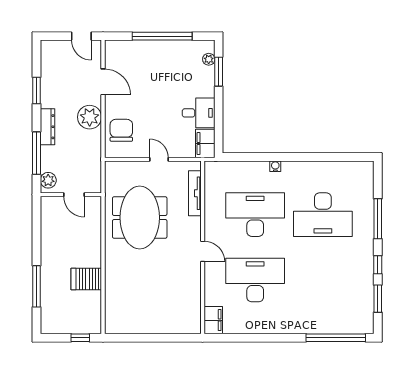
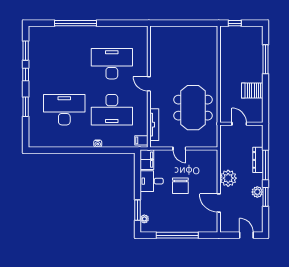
door: (81, 36) -> (246, 235), moved
dresser: (47, 127) -> (258, 160), moved
chair: (121, 130) -> (180, 186), moved
window: (36, 153) -> (266, 165), moved
plant: (48, 180) -> (257, 192), moved
window: (378, 219) -> (26, 107), width x0.69
server rack: (86, 279) -> (252, 90), moved, turned 180
desk: (255, 280) -> (112, 64), turned 180
filing cabinet: (213, 320) -> (141, 140), moved, width x0.50
window: (336, 338) -> (76, 23), moved

